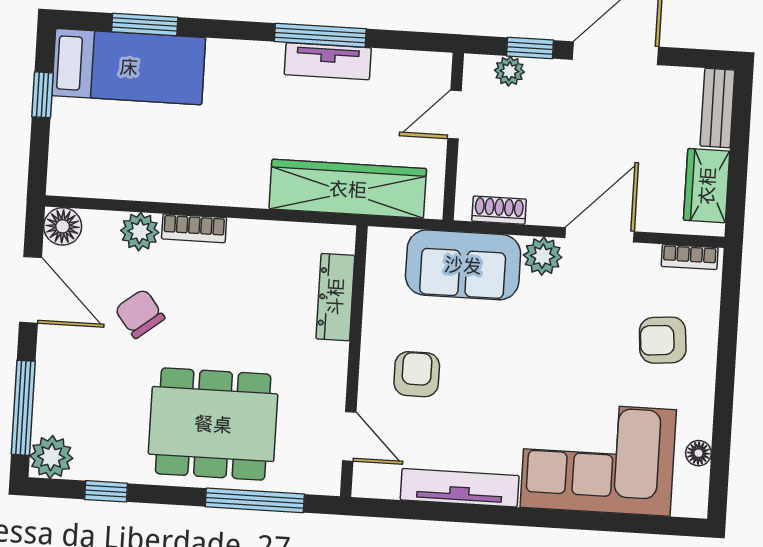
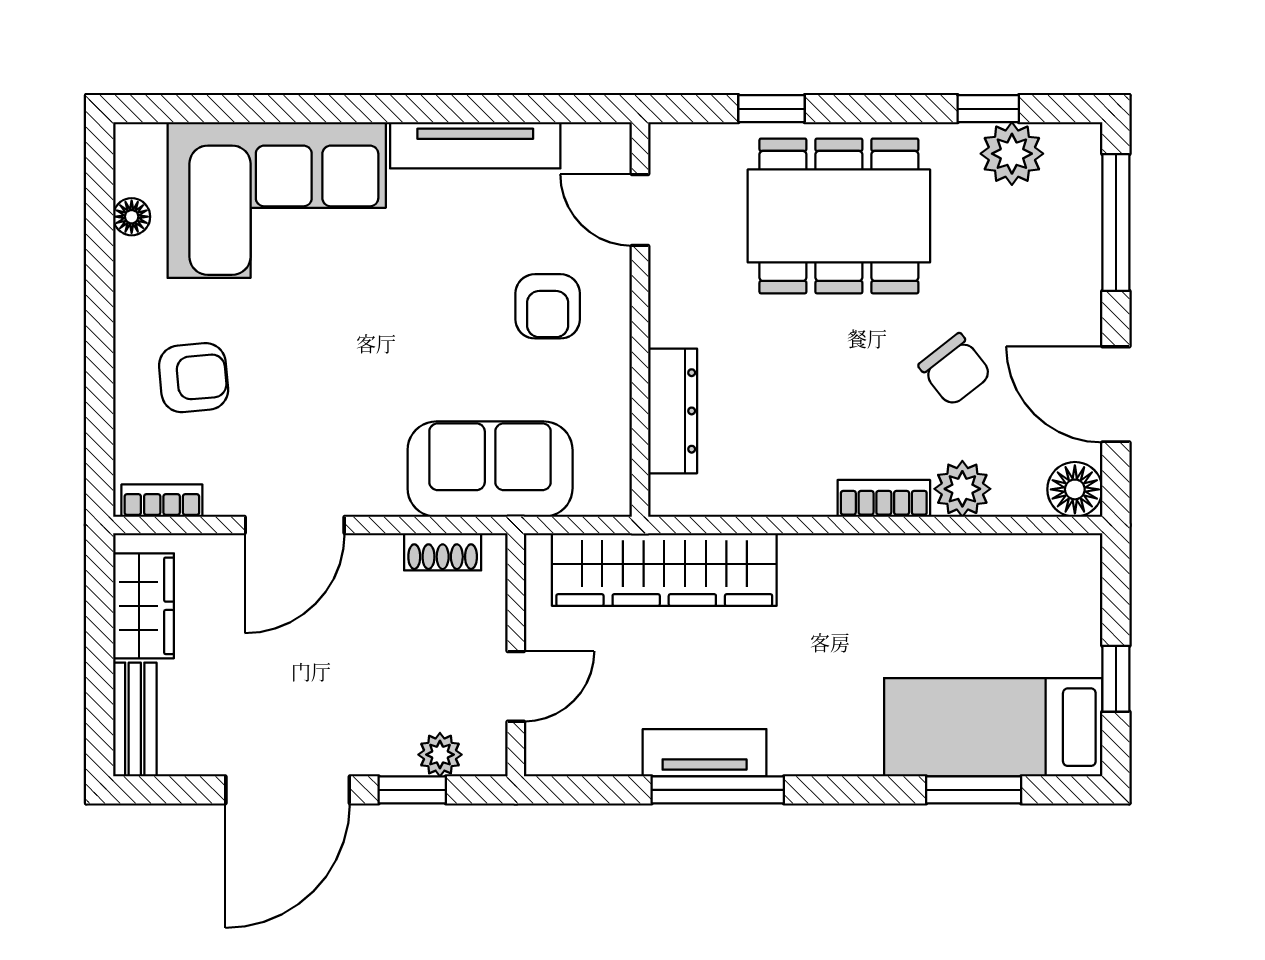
plant: (543, 256) -> (375, 489), removed
plant: (51, 457) -> (1012, 154), moved
window: (255, 500) -> (772, 109), width x0.46

